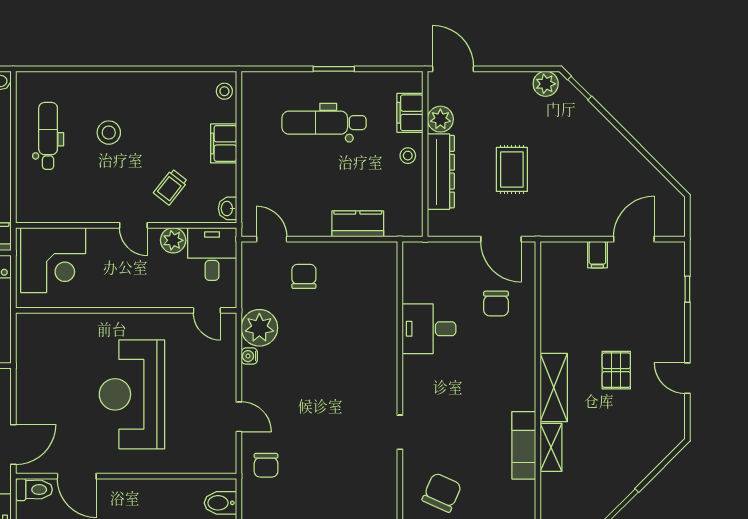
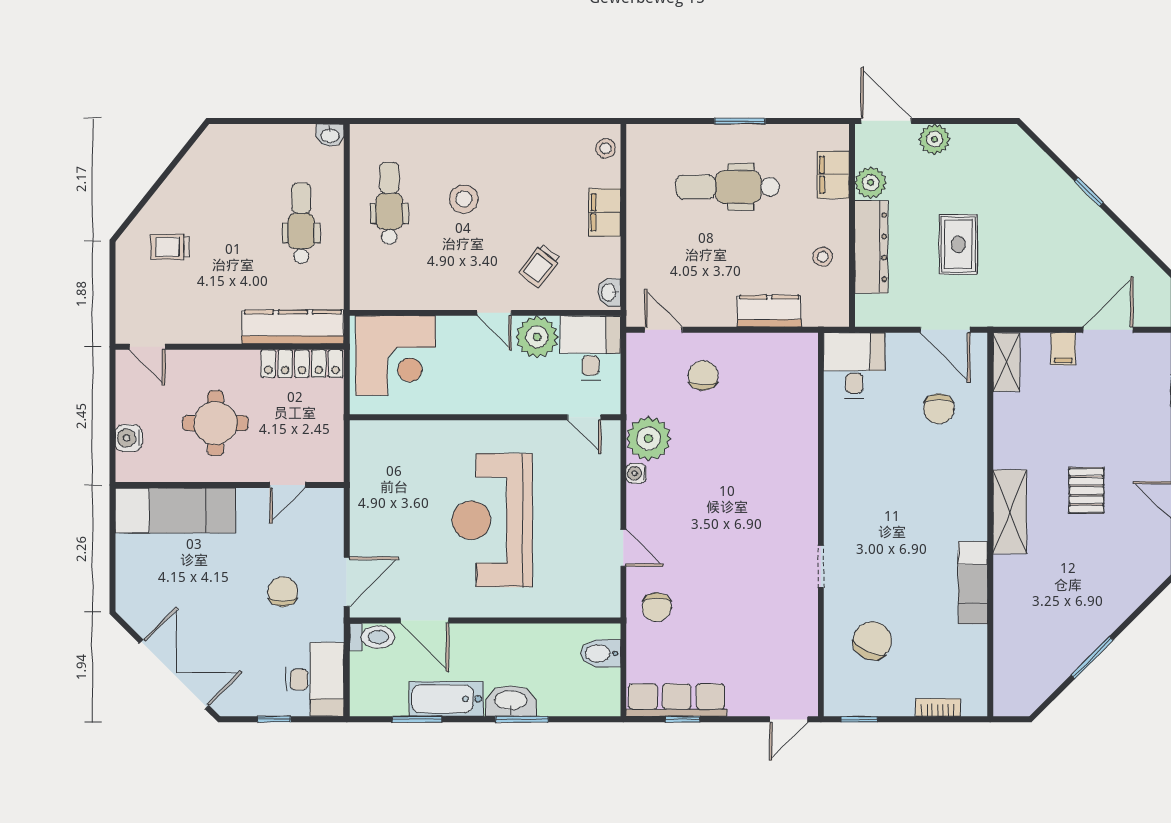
plant: (546, 84) -> (935, 139), moved
window: (580, 88) -> (1089, 192), moved
stool: (408, 156) -> (823, 257), moved
plant: (173, 240) -> (537, 337), width x1.36, depth x1.36
desk: (429, 329) -> (854, 366), moved, turned 90
shelving: (551, 447) -> (1006, 362), moved

